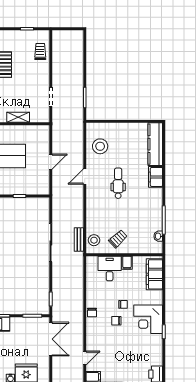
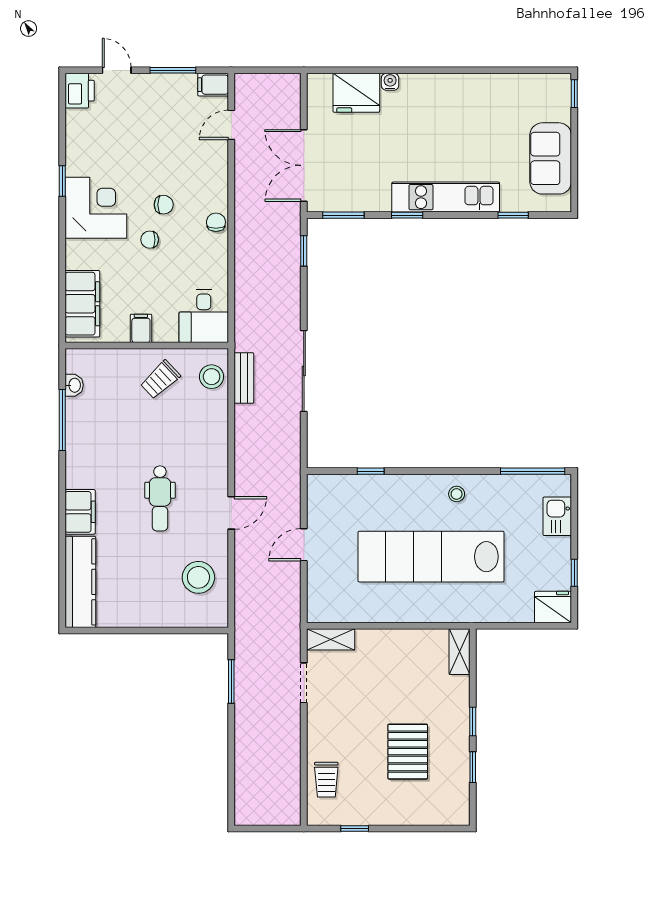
shelving: (18, 117) -> (331, 639), moved
desk: (110, 269) -> (204, 316), moved

